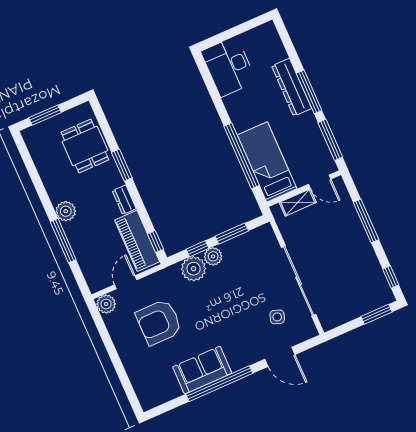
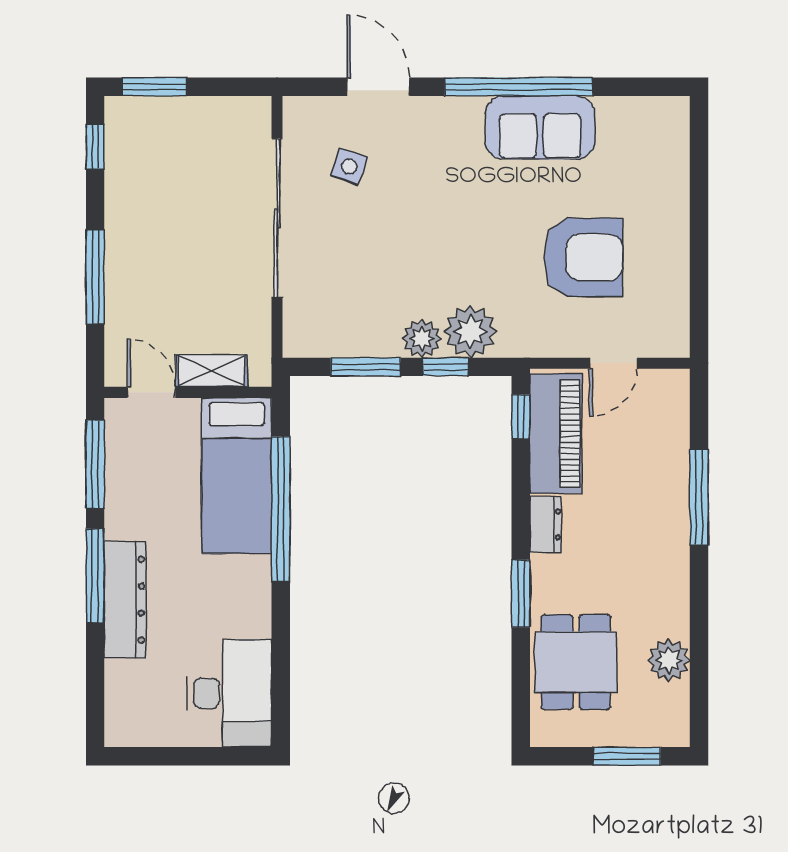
plant: (66, 211) -> (669, 660), moved
plant: (106, 304) -> (670, 338), removed

